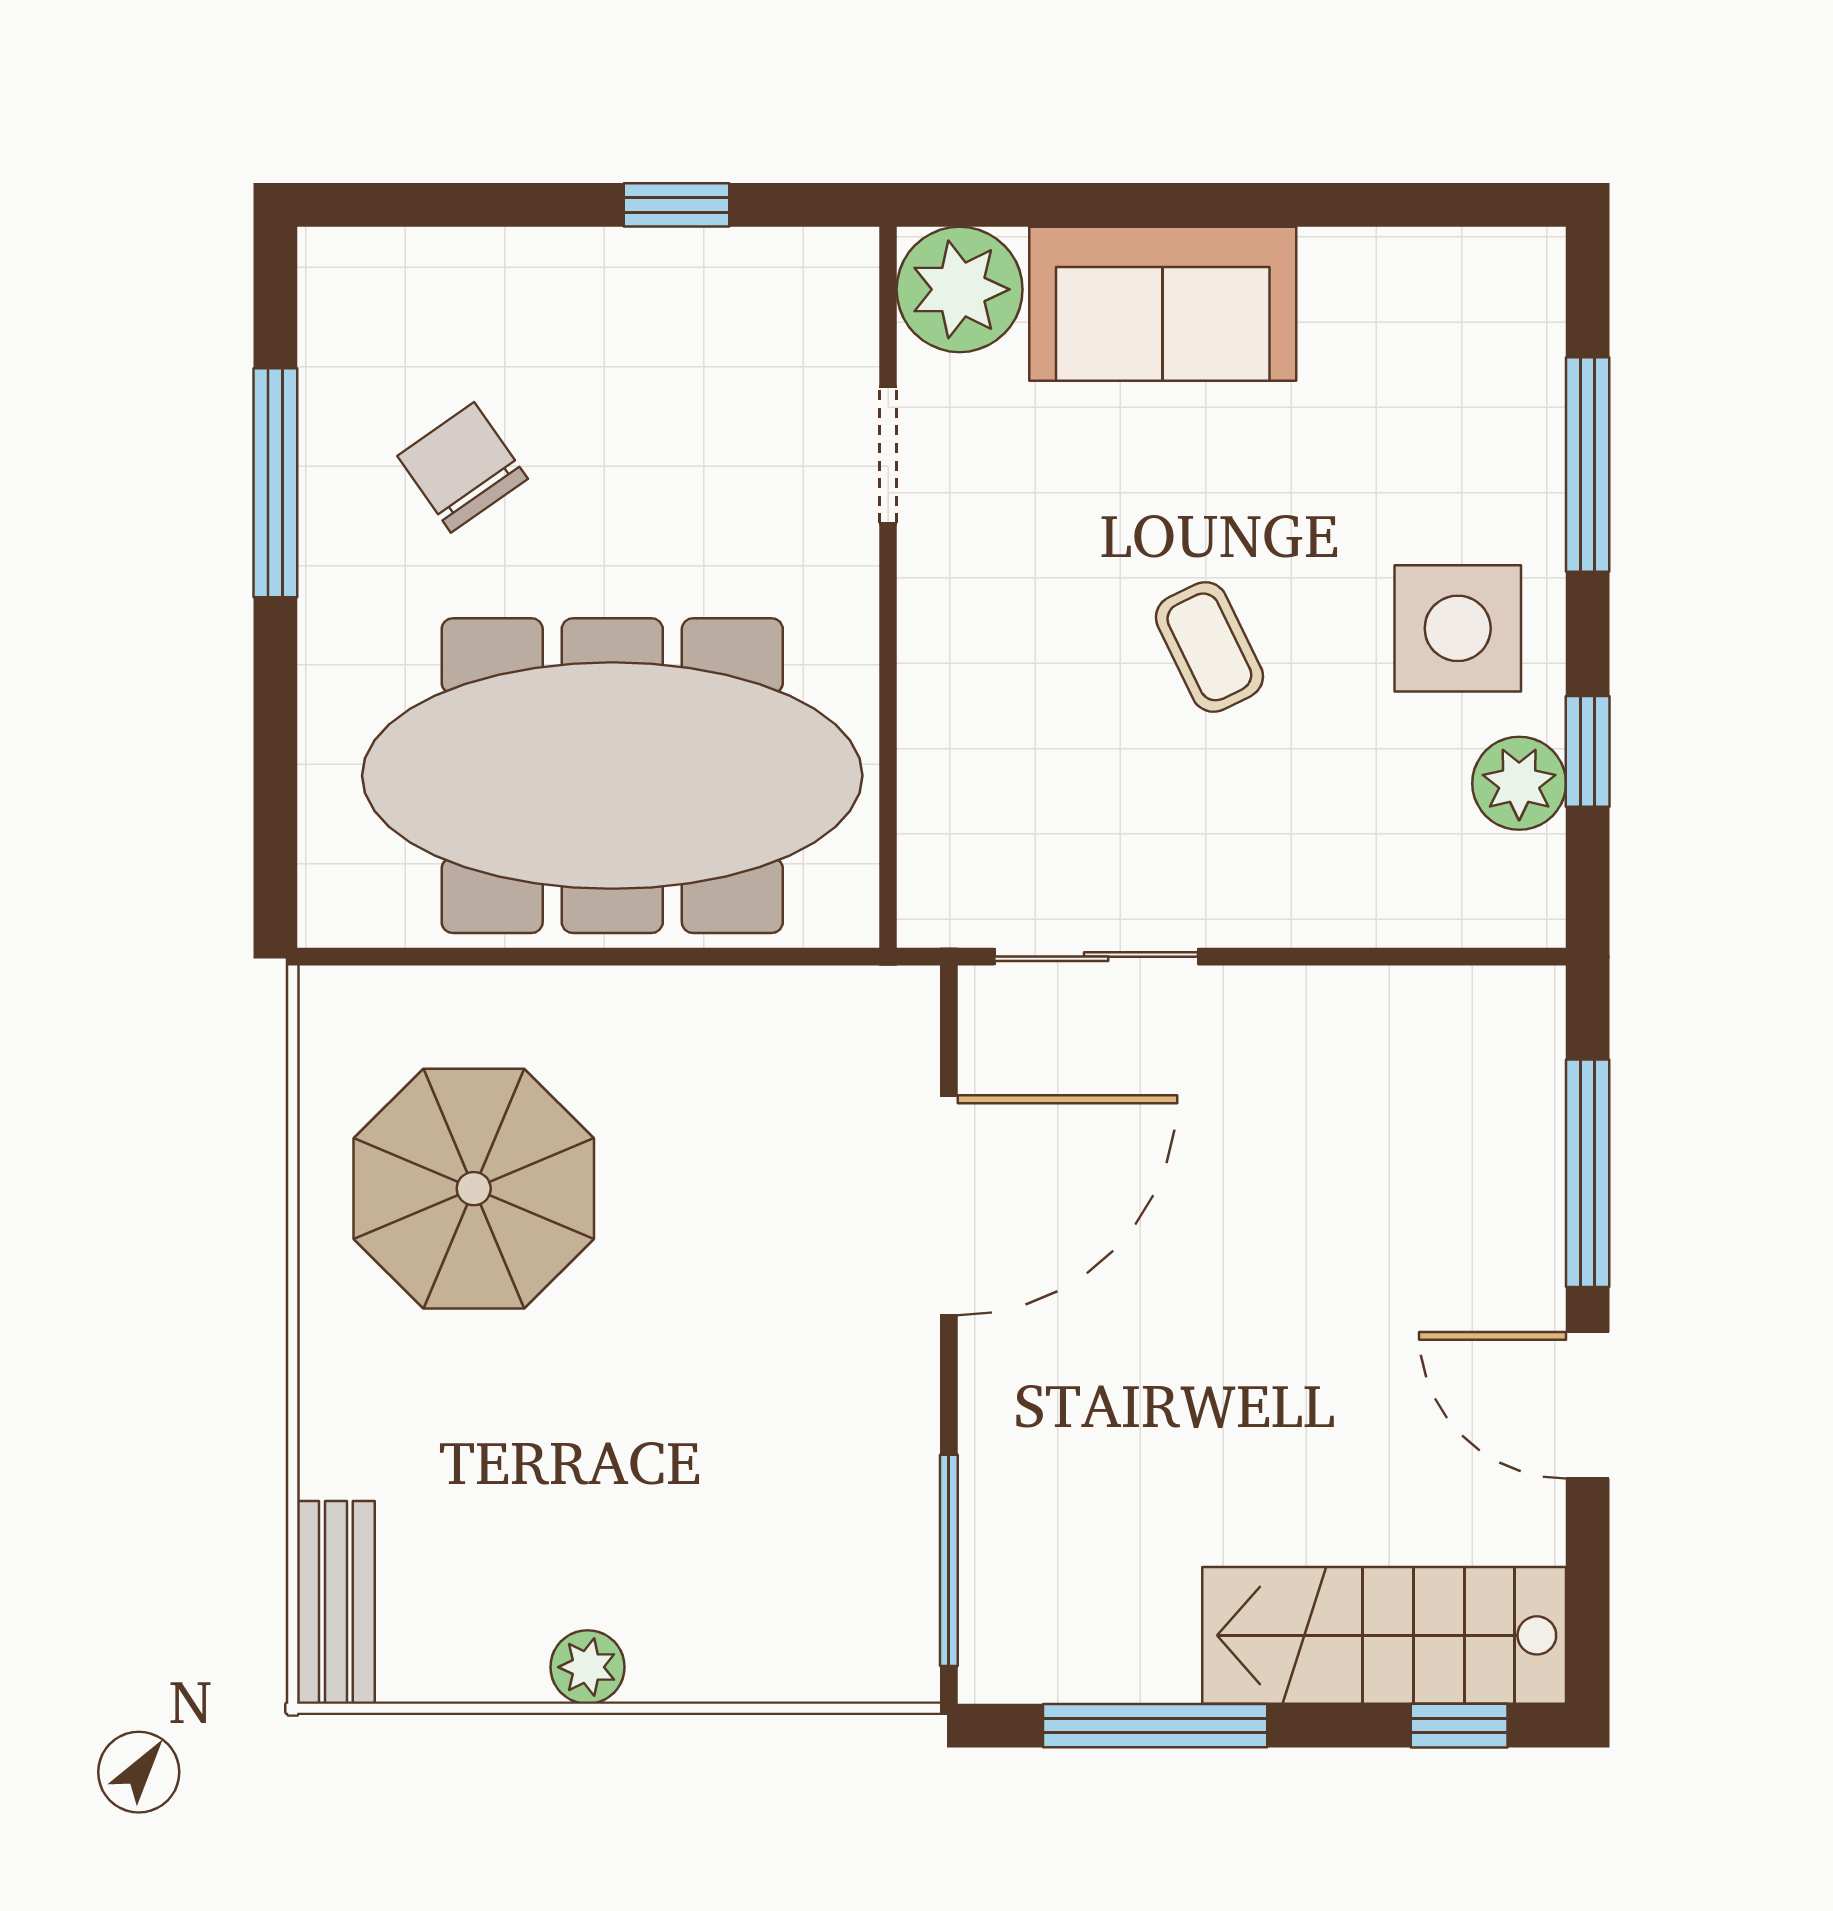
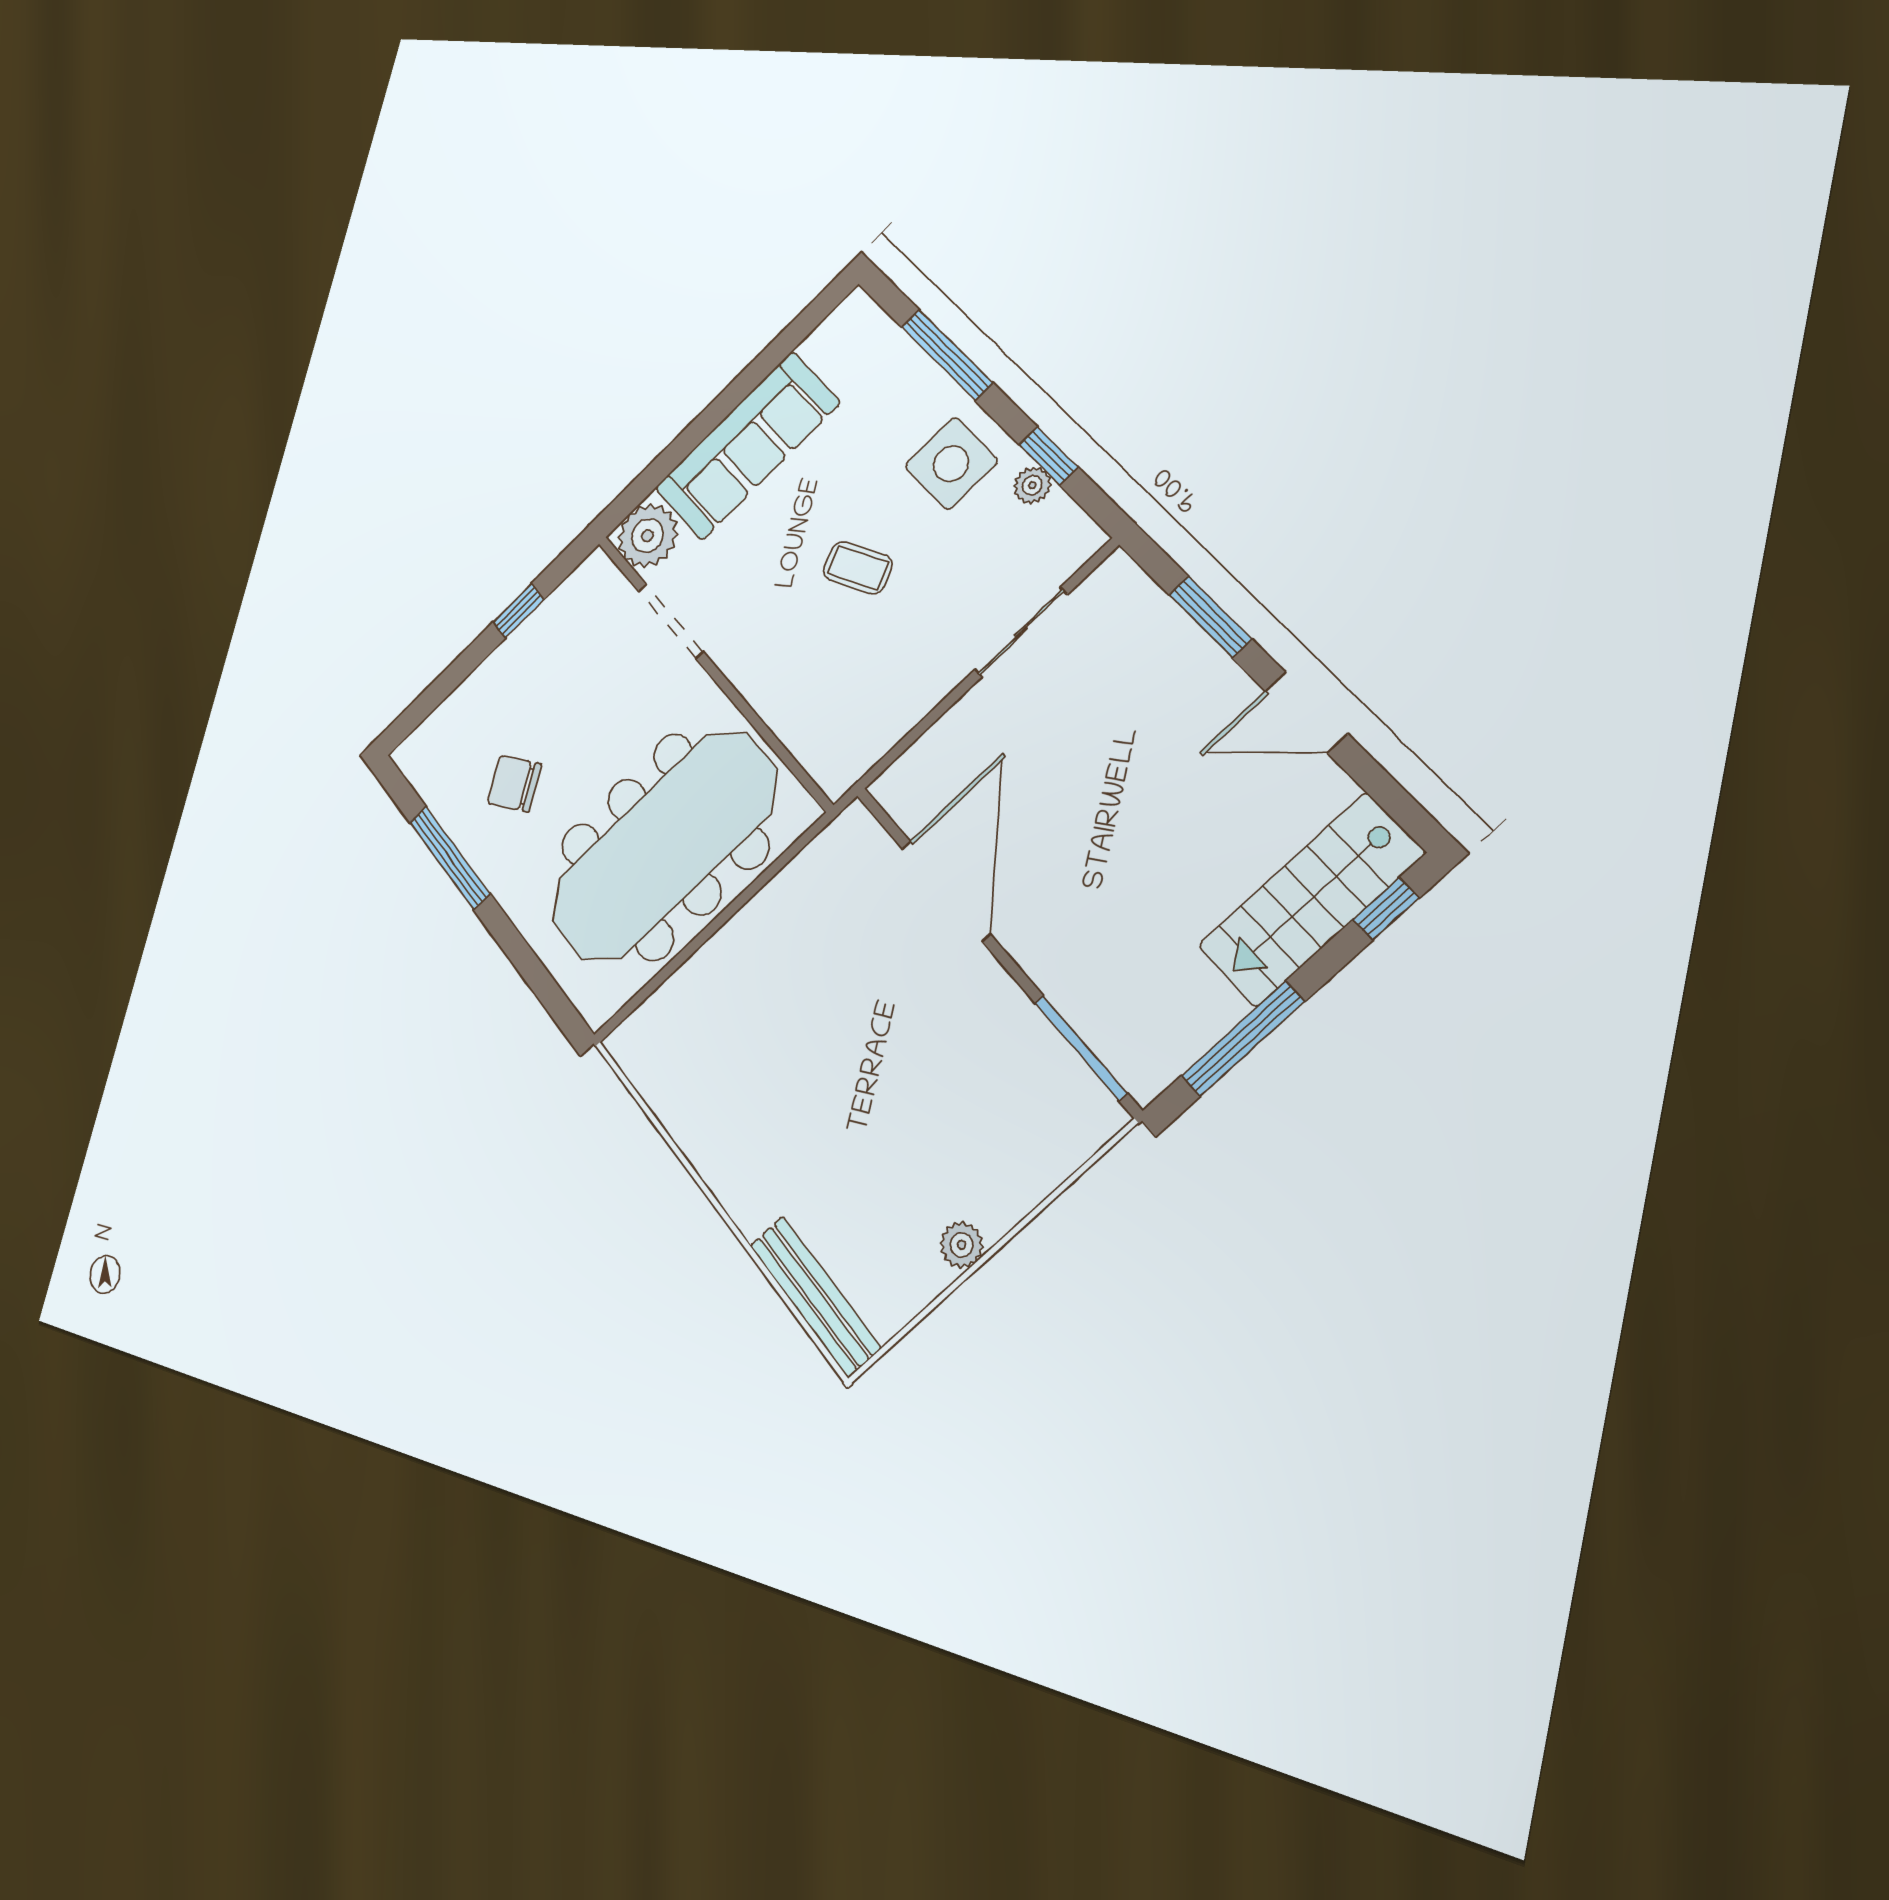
sofa: (1163, 304) -> (747, 446), width x1.36
doorway: (888, 455) -> (671, 621), width x1.38
plant: (1519, 783) -> (1032, 485), width x0.73, depth x0.73
sliding door: (1096, 957) -> (1021, 632), moved
window: (1588, 1173) -> (1210, 617), width x0.69
parasol: (474, 1189) -> (742, 1070), removed
bench: (336, 1602) -> (815, 1296), width x1.36

